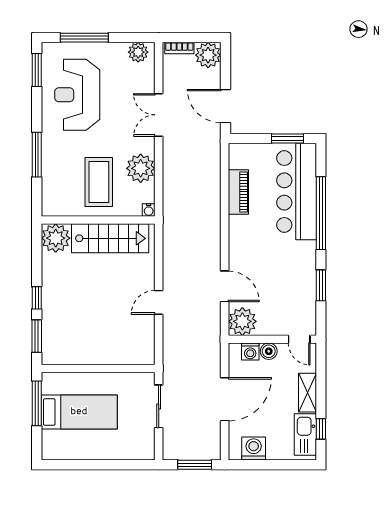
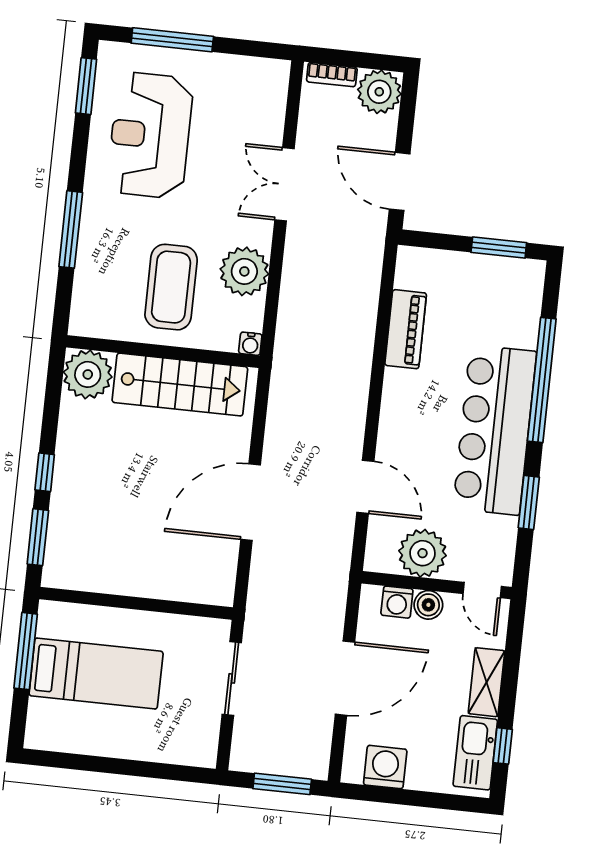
plant: (138, 52) -> (261, 74), removed
bar counter: (297, 191) -> (495, 430), moved
door: (159, 302) -> (251, 502), width x1.87
plant: (242, 321) -> (423, 553), moved

